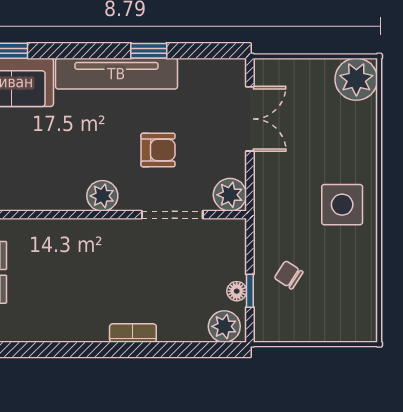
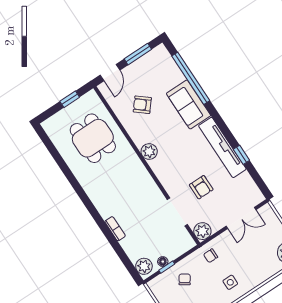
plant: (102, 196) -> (149, 152), moved
side table: (342, 205) -> (230, 282), width x0.54, depth x0.54
chair: (278, 208) -> (211, 256), added

